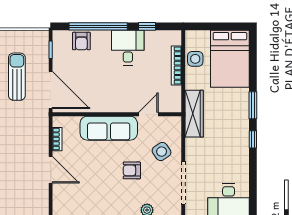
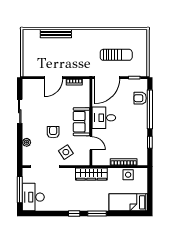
desk: (128, 48) -> (104, 118), moved, turned 180
bed: (230, 59) -> (128, 202), width x0.67
sofa: (109, 128) -> (82, 122), width x0.73

